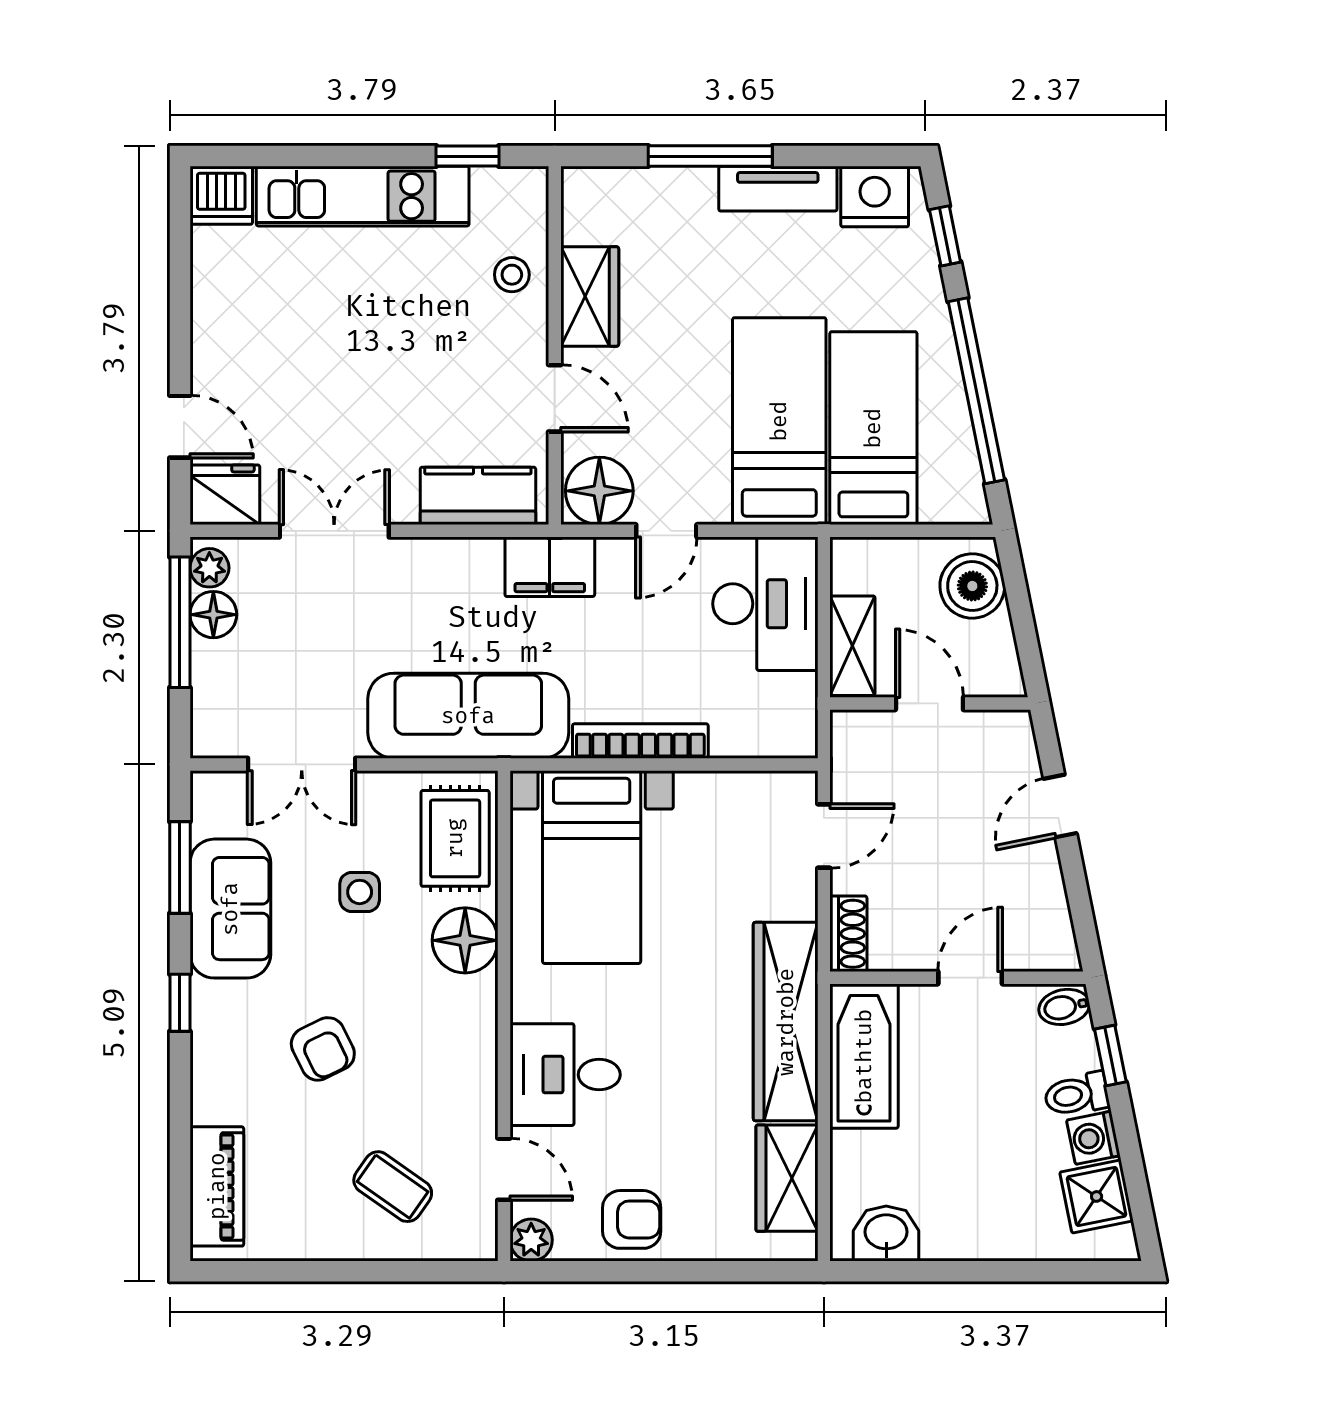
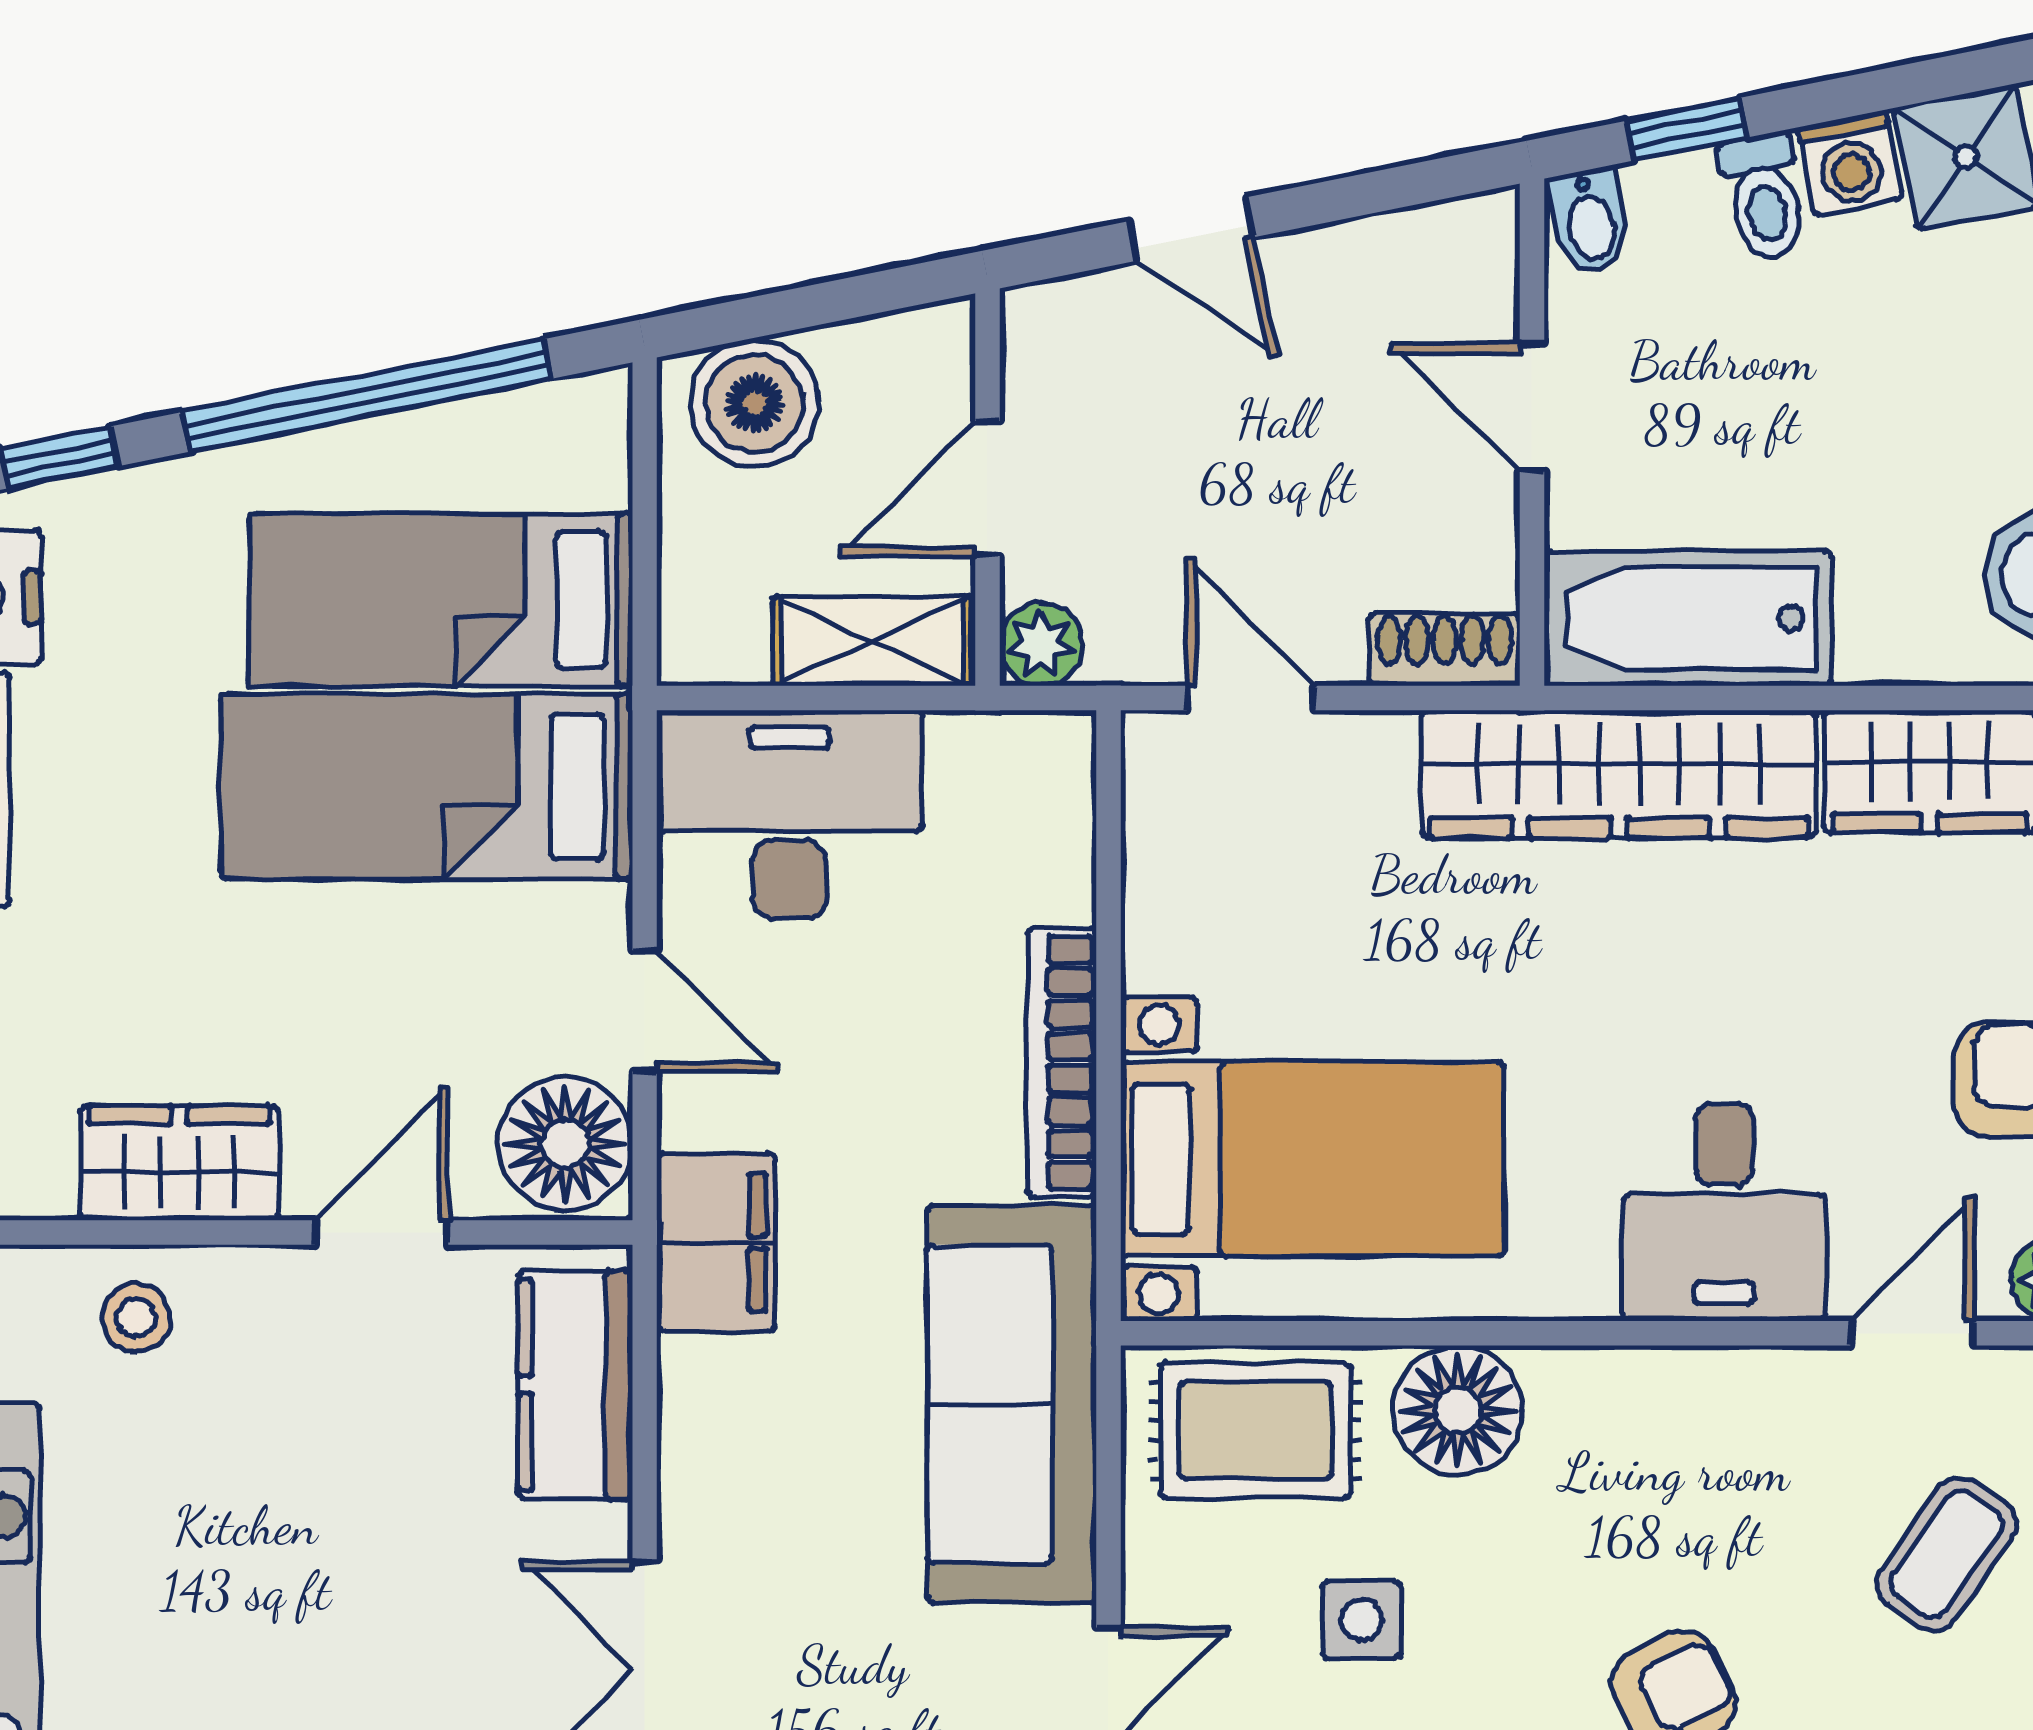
plant: (851, 731) -> (1041, 644), added

